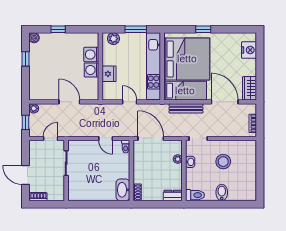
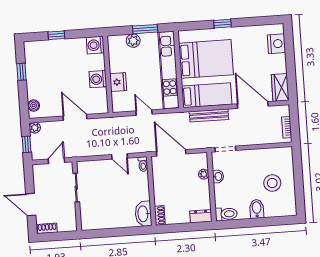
boiler: (34, 38) -> (34, 106), moved
plant: (113, 39) -> (133, 41), moved
washing machine: (91, 55) -> (95, 45), moved
bed: (187, 59) -> (206, 59), width x0.73
stool: (223, 162) -> (272, 183), moved

